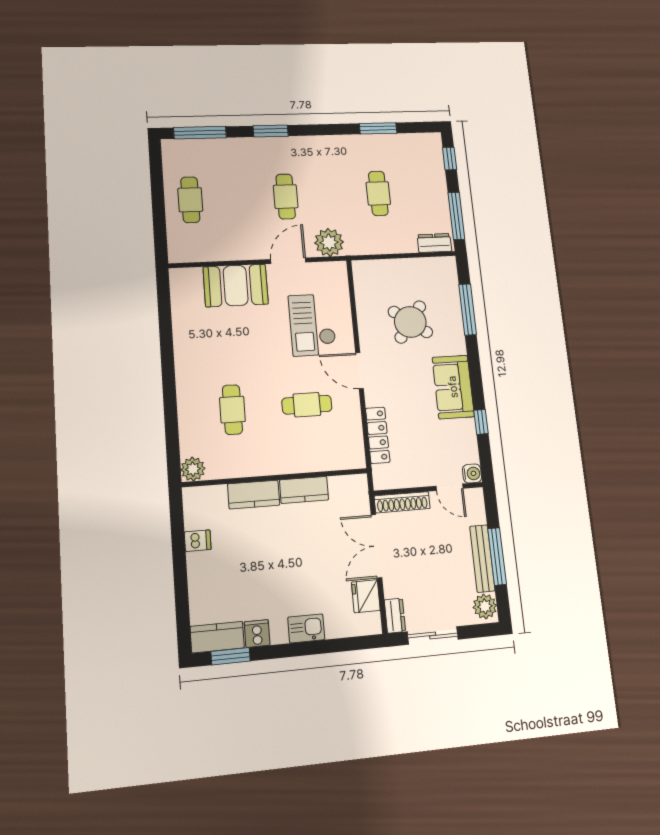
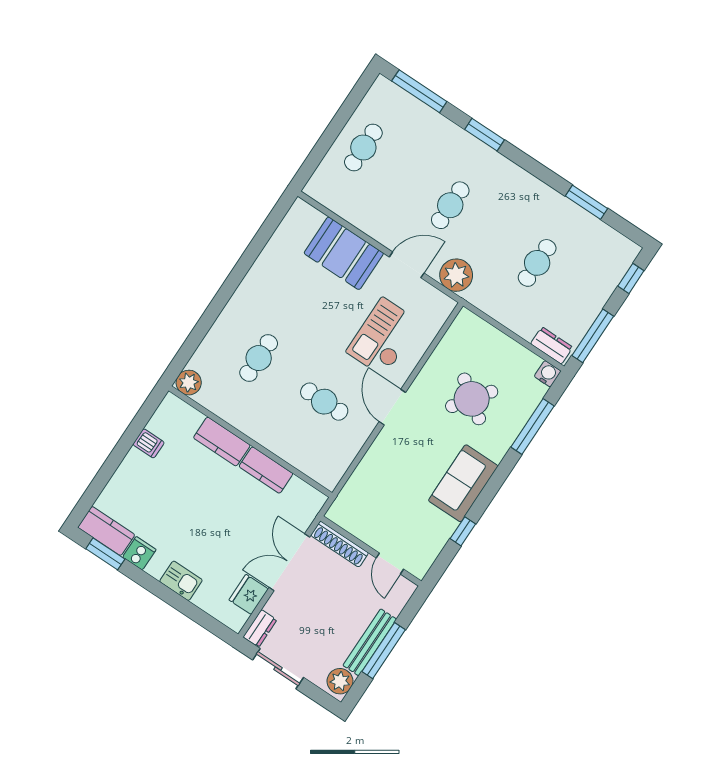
locker: (378, 435) -> (364, 473), removed
water cooler: (472, 474) -> (548, 374), moved, turned -90

